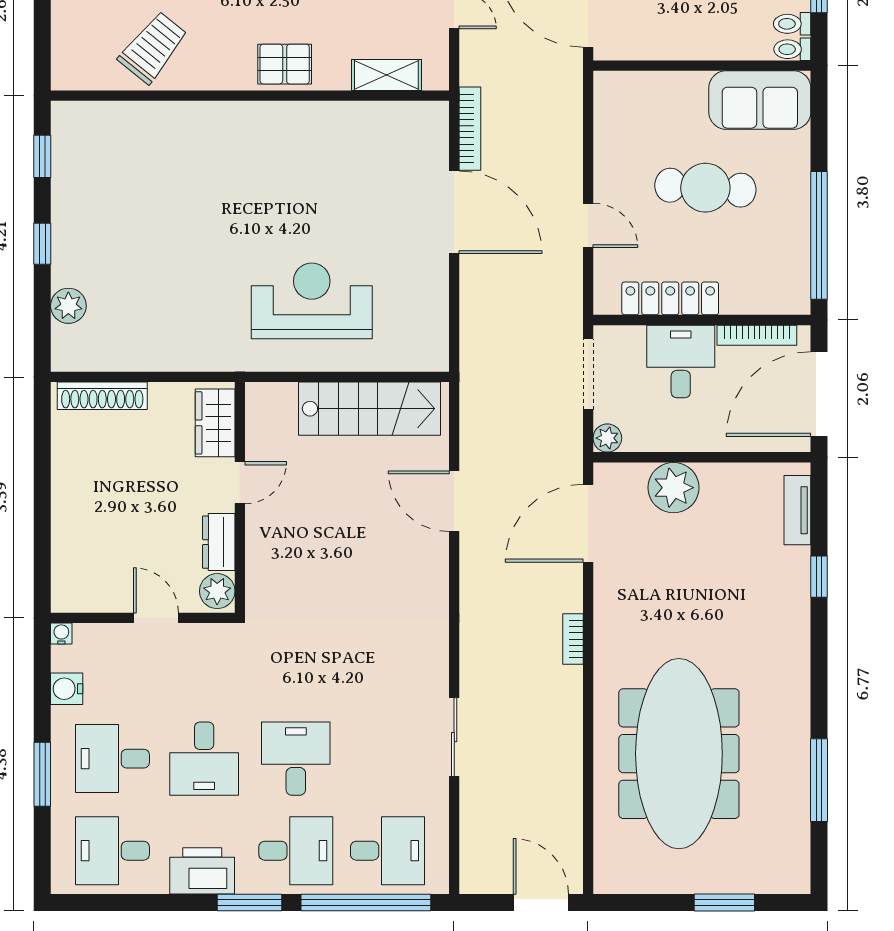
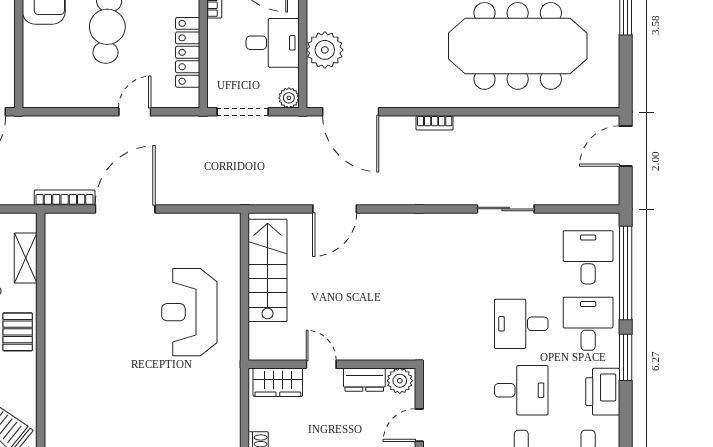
desk: (681, 361) -> (273, 43), moved, turned 180

